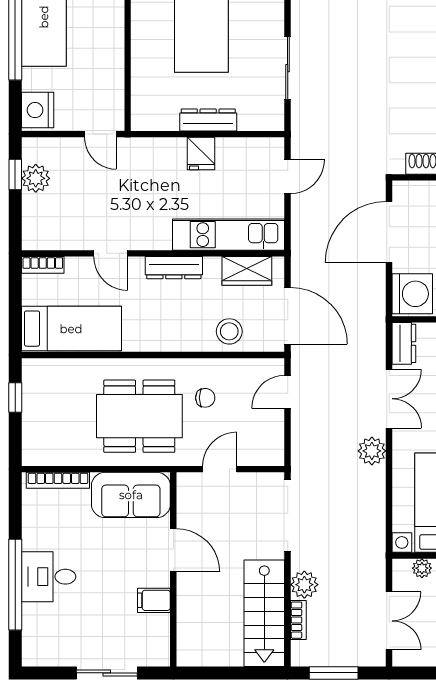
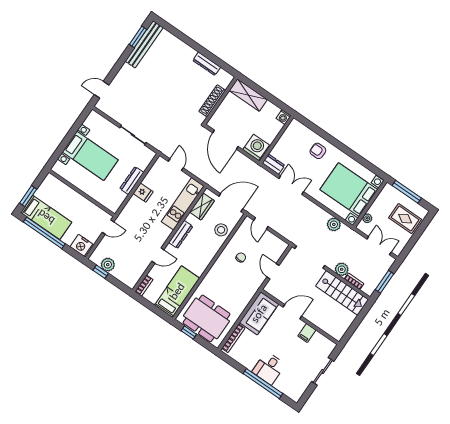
dining table: (139, 416) -> (206, 318), moved, turned 90
plant: (372, 451) -> (334, 224), moved

